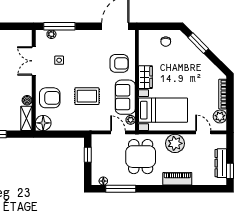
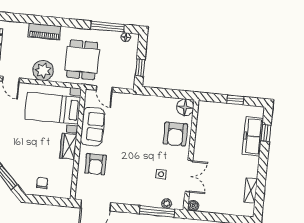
armchair: (119, 63) -> (96, 164), turned -90
rug: (87, 96) -> (134, 132), removed
armchair: (50, 98) -> (175, 134), turned -90
boiler: (27, 100) -> (193, 206), moved
shelving: (26, 118) -> (203, 114), removed
plant: (131, 120) -> (89, 101), removed

